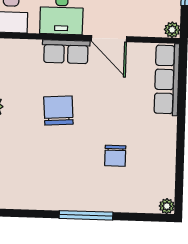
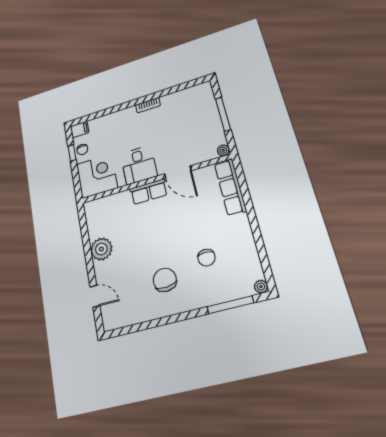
chair: (58, 111) -> (165, 280), moved
window: (86, 215) -> (230, 305), moved

